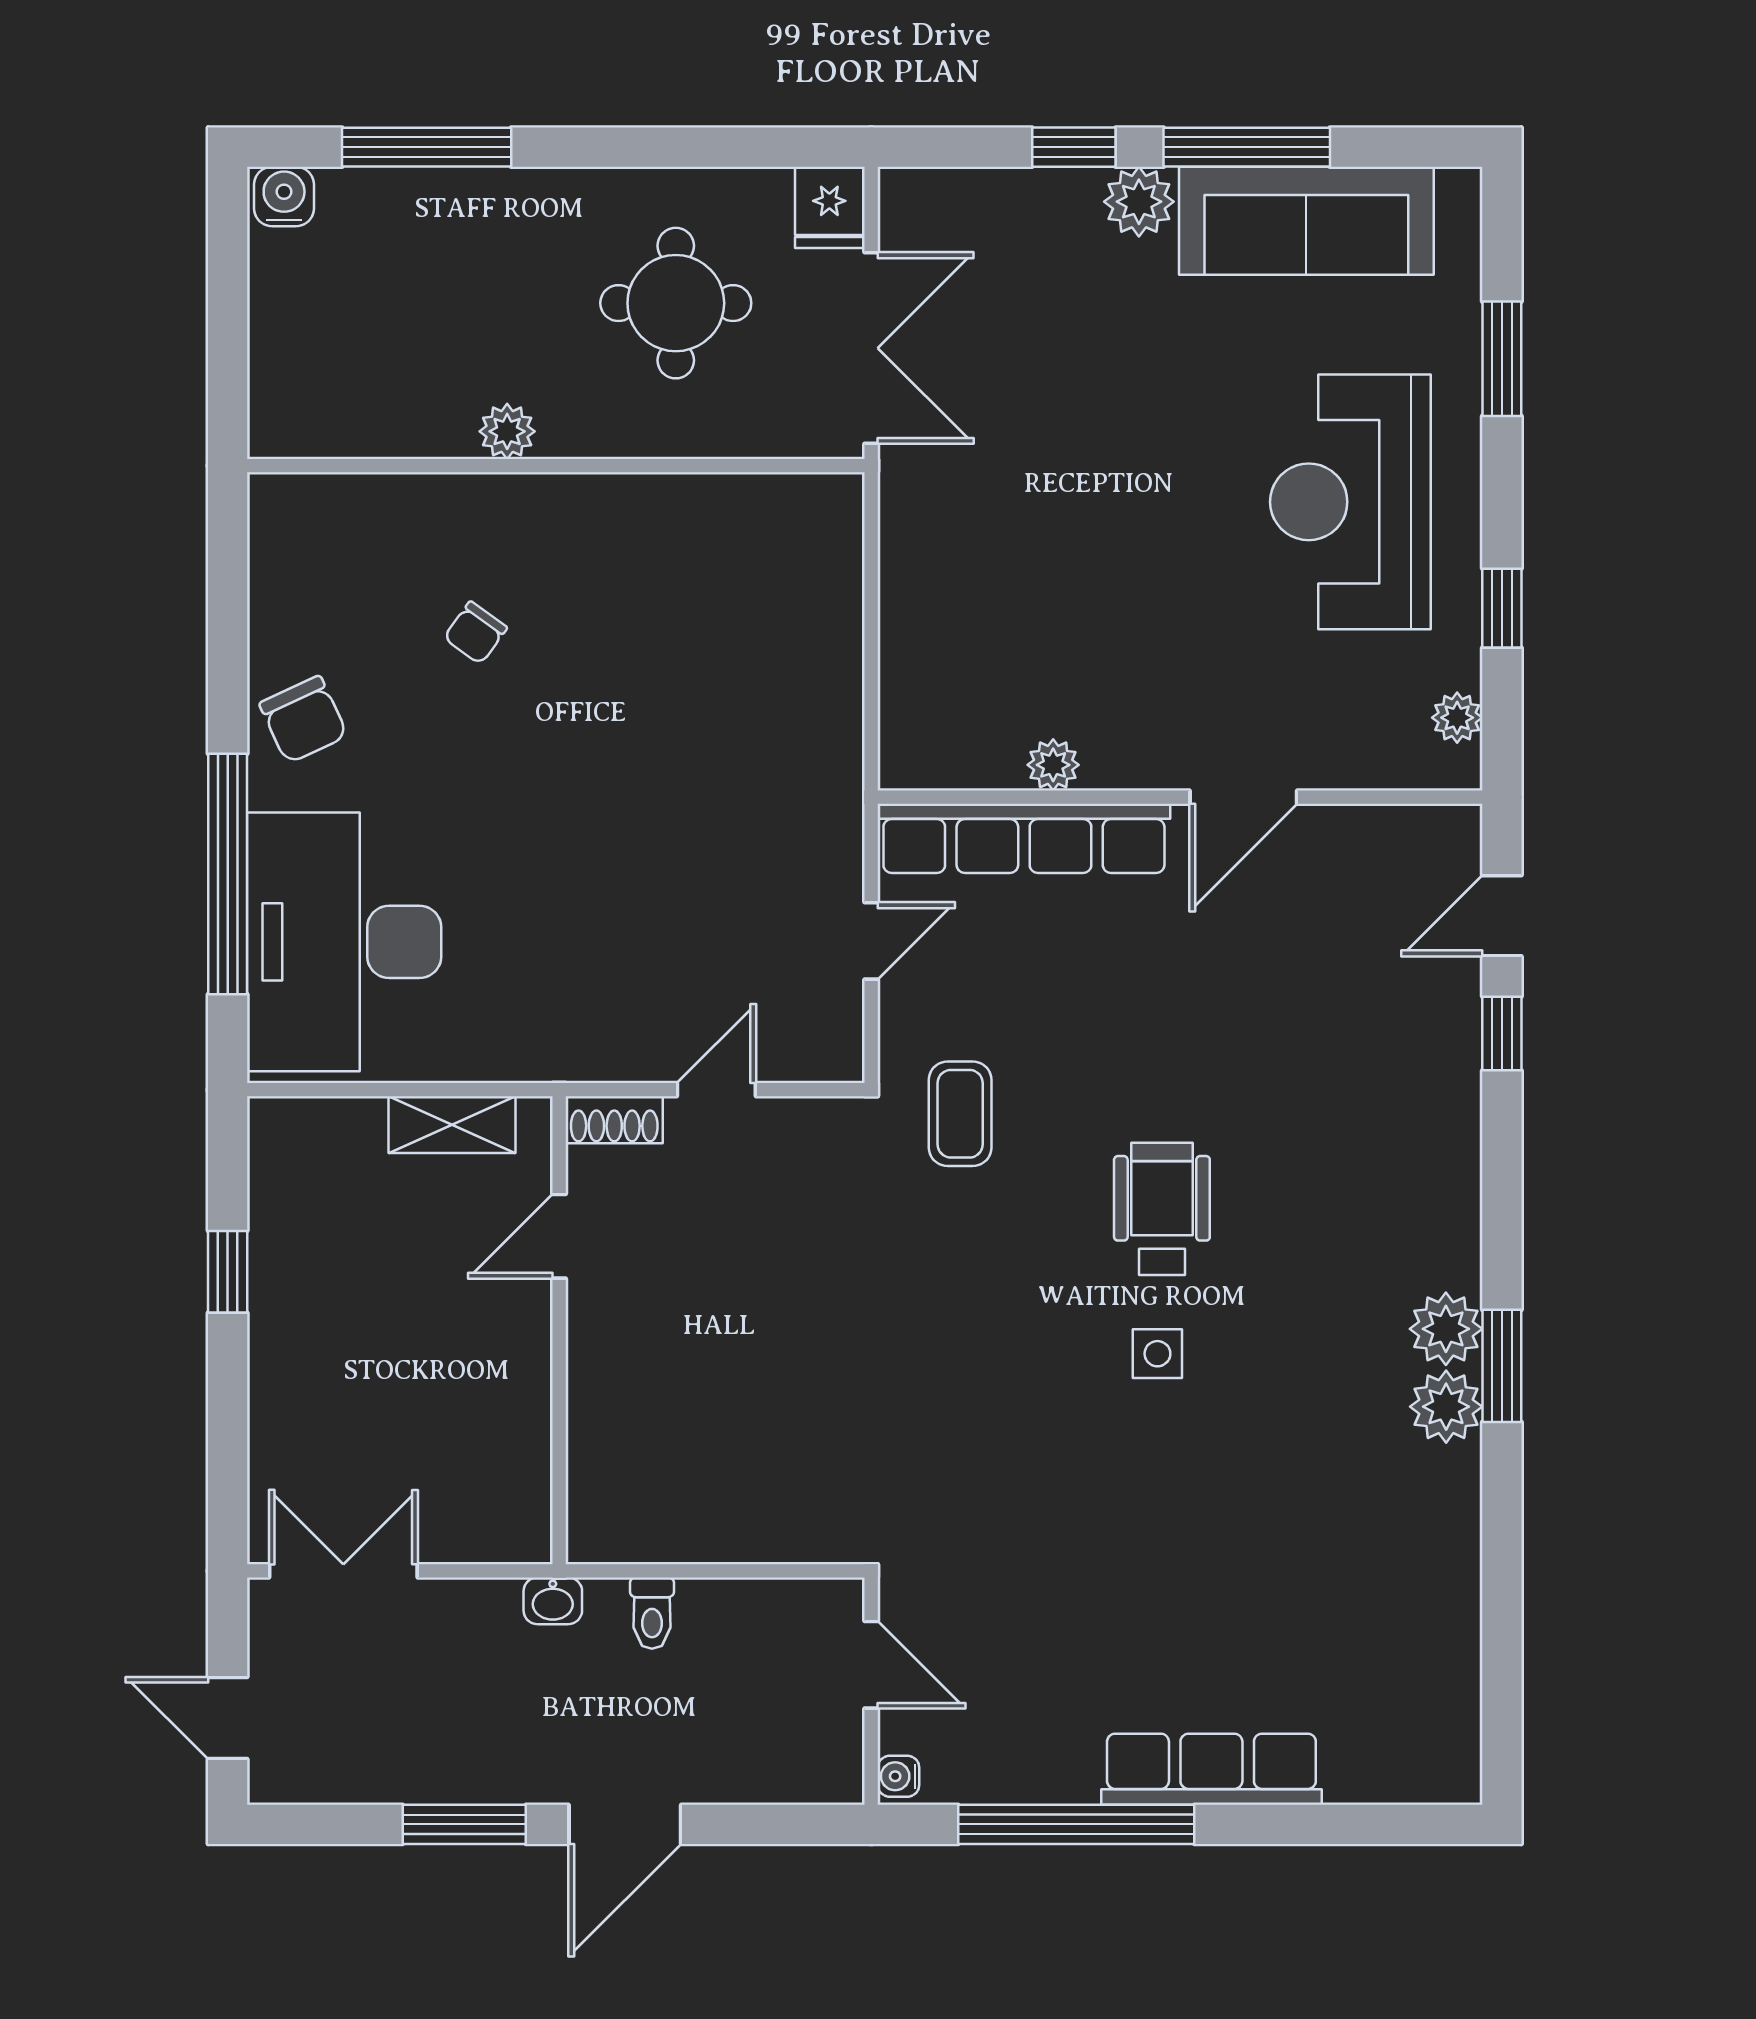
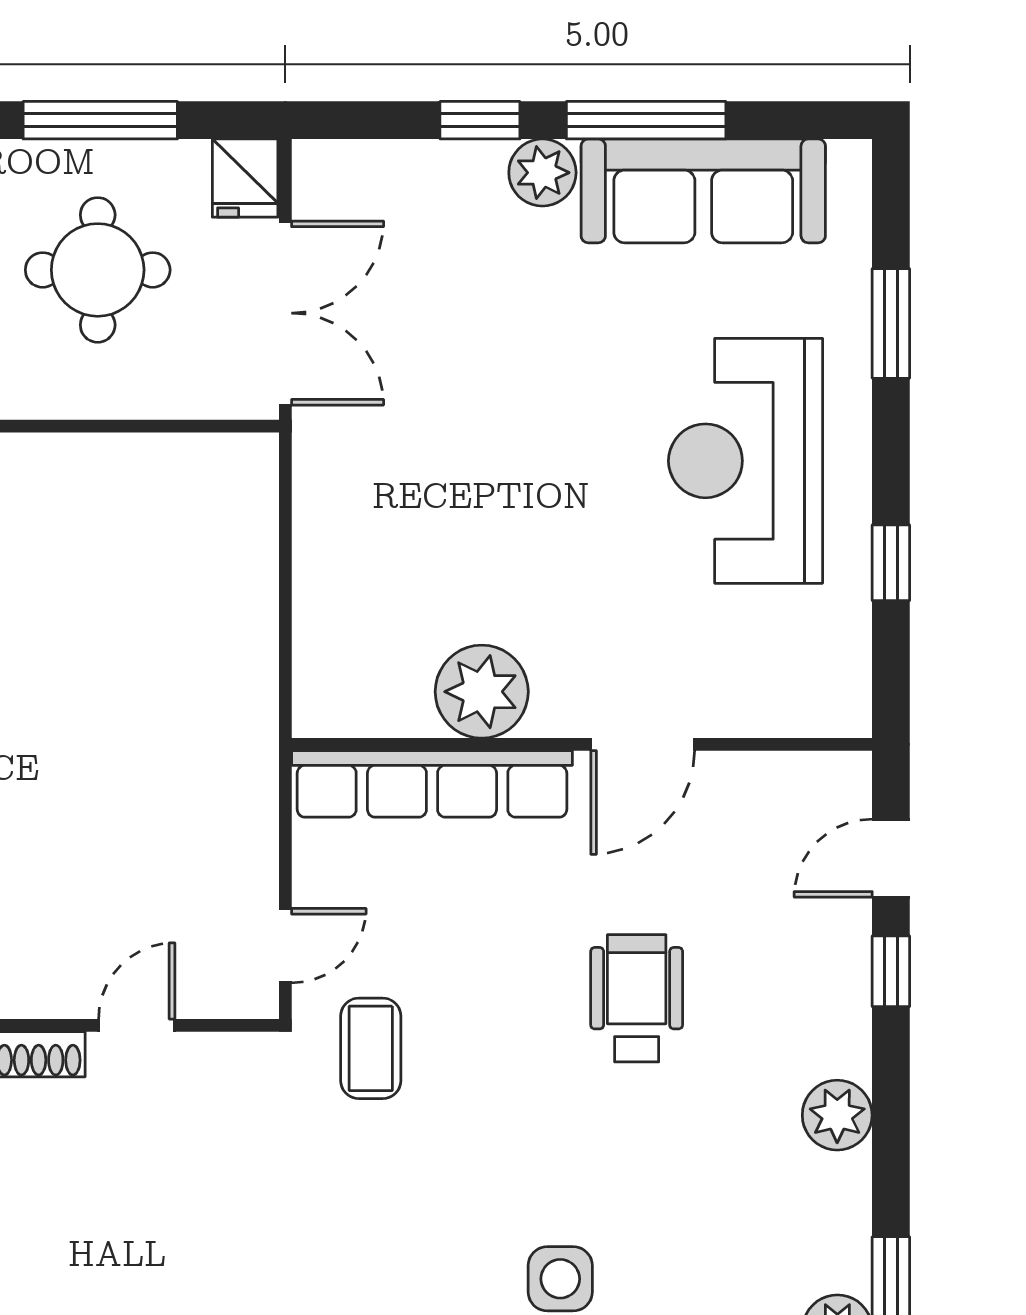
window: (678, 147) -> (100, 120), added
plant: (1457, 718) -> (848, 668), removed
plant: (1053, 765) -> (482, 692), width x1.87, depth x1.87
door: (871, 941) -> (285, 946), moved
wheelchair: (1162, 1209) -> (637, 998), moved
plant: (1446, 1329) -> (837, 1115), moved
side table: (1157, 1354) -> (560, 1279), width x1.37, depth x1.37

